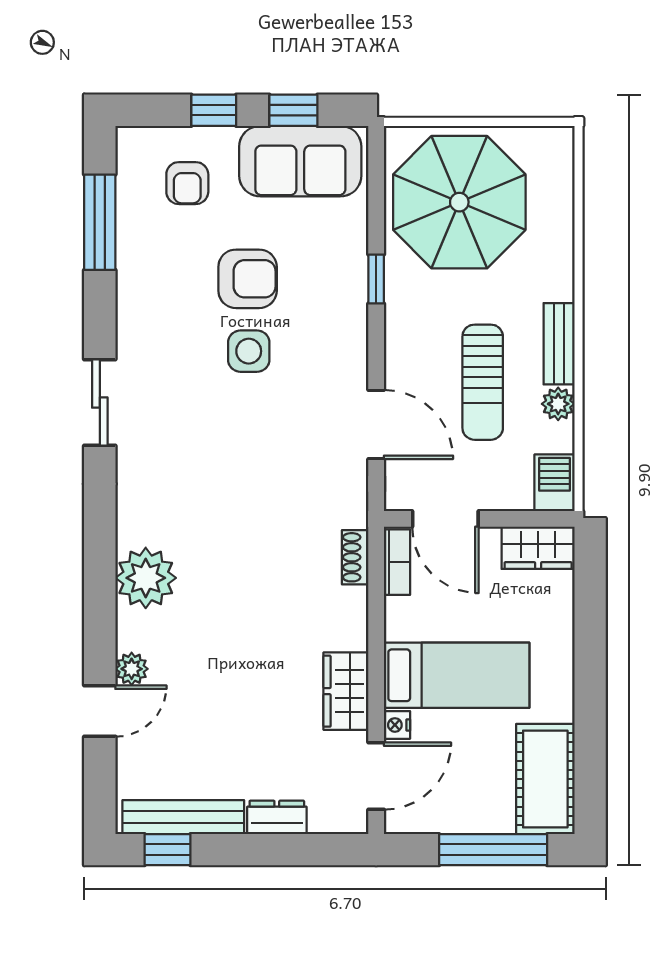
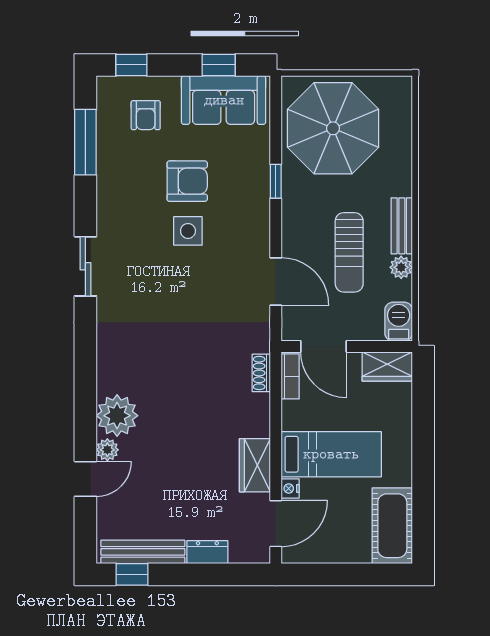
window: (214, 110) -> (131, 65), moved
plant: (146, 578) -> (117, 416), moved
window: (493, 850) -> (356, 574), removed

